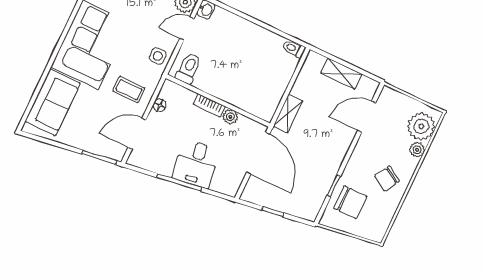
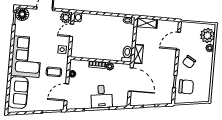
toilet: (189, 68) -> (127, 54), moved
shelving: (341, 74) -> (147, 23), moved
chair: (387, 179) -> (189, 62), moved

